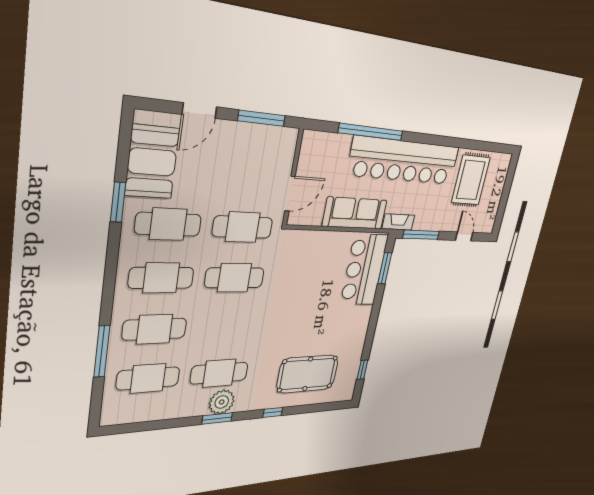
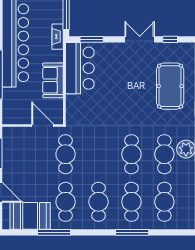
window: (118, 202) -> (54, 232), width x1.44
sofa: (355, 213) -> (53, 80), width x0.73
bar counter: (364, 270) -> (80, 68), moved, turned -90
cafe table: (235, 278) -> (131, 154), moved
double door: (371, 331) -> (140, 39), added
window: (102, 351) -> (132, 232), moved

